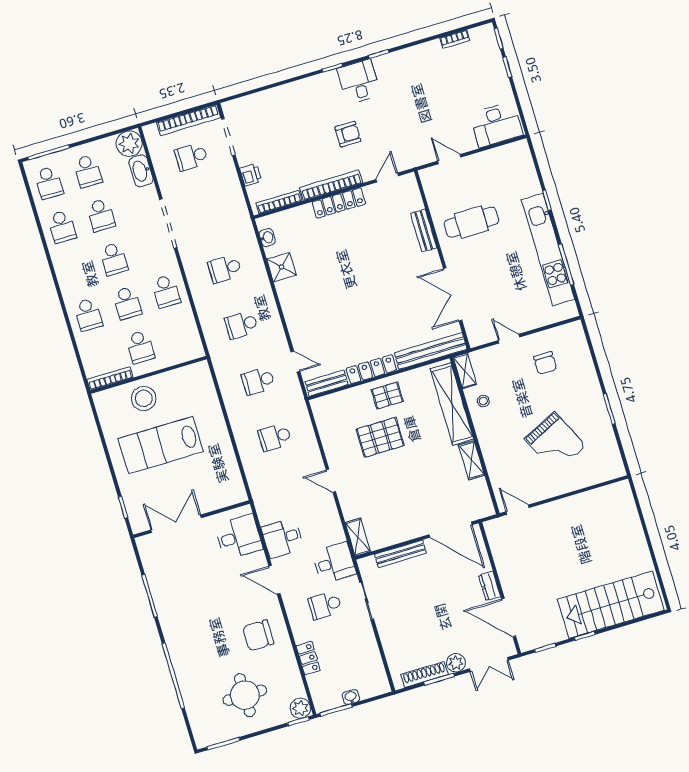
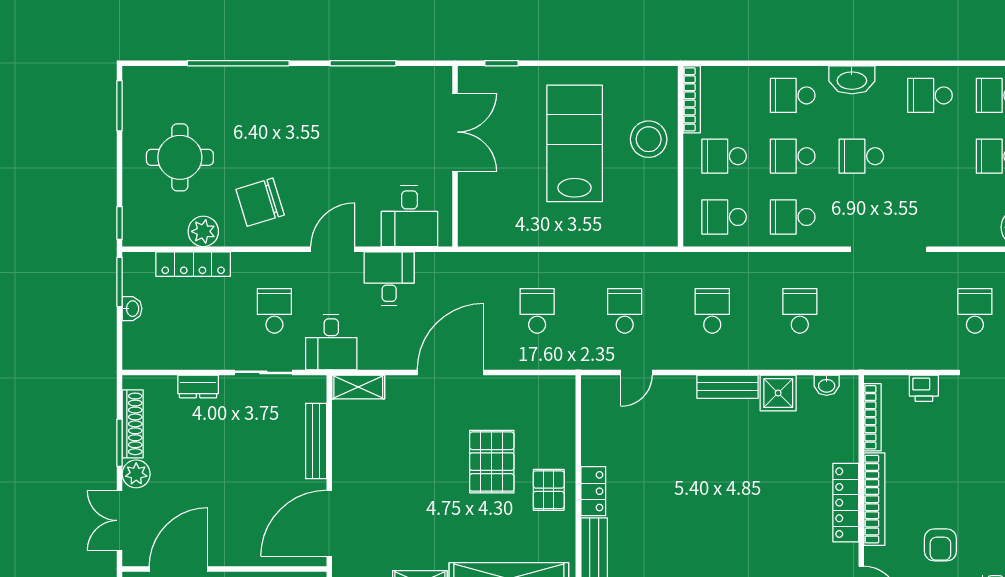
washbasin: (141, 171) -> (852, 80), moved, turned 180
school desk: (101, 215) -> (724, 217), moved
locker: (371, 369) -> (593, 491), width x0.66
bench: (327, 383) -> (727, 387), moved, turned 90
door: (331, 481) -> (450, 372), width x1.88
dresser: (490, 586) -> (198, 386), moved, turned 180
chair: (258, 635) -> (260, 202), turned -107
locker: (308, 658) -> (193, 264), width x1.53
plant: (300, 708) -> (203, 231), moved

